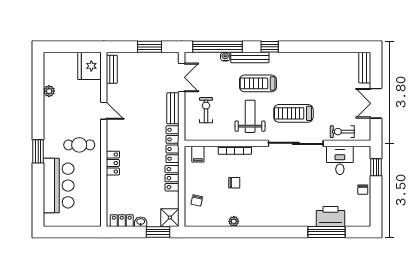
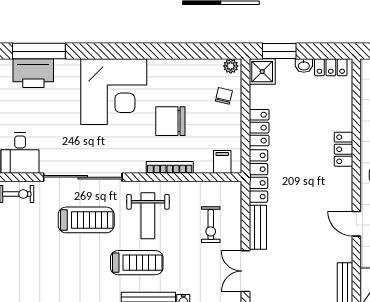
chair: (234, 183) -> (170, 121), width x1.87, depth x1.87
corner desk: (274, 203) -> (114, 92), added
plant: (234, 221) -> (231, 66), moved

